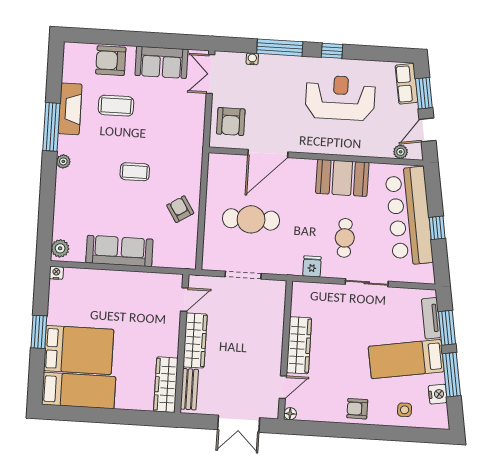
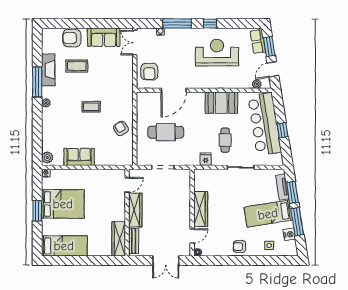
sofa: (119, 251) -> (79, 157), width x0.73
bed: (79, 350) -> (63, 204), moved

